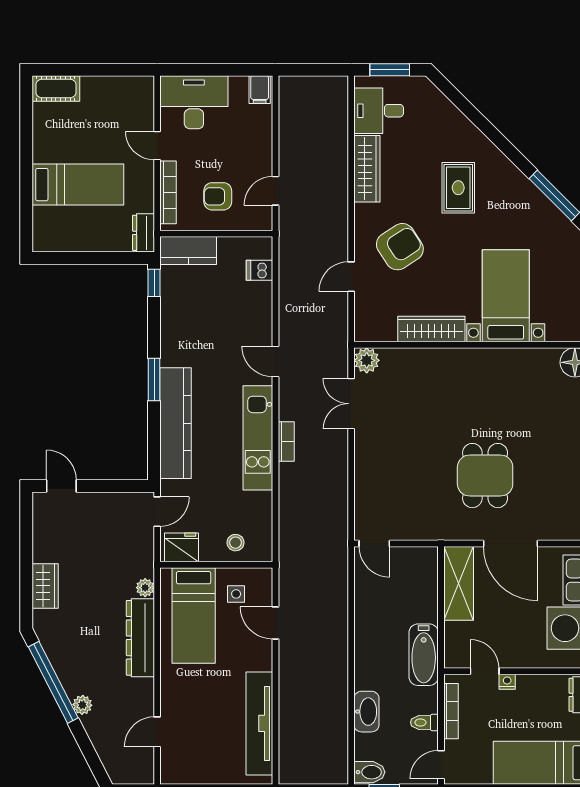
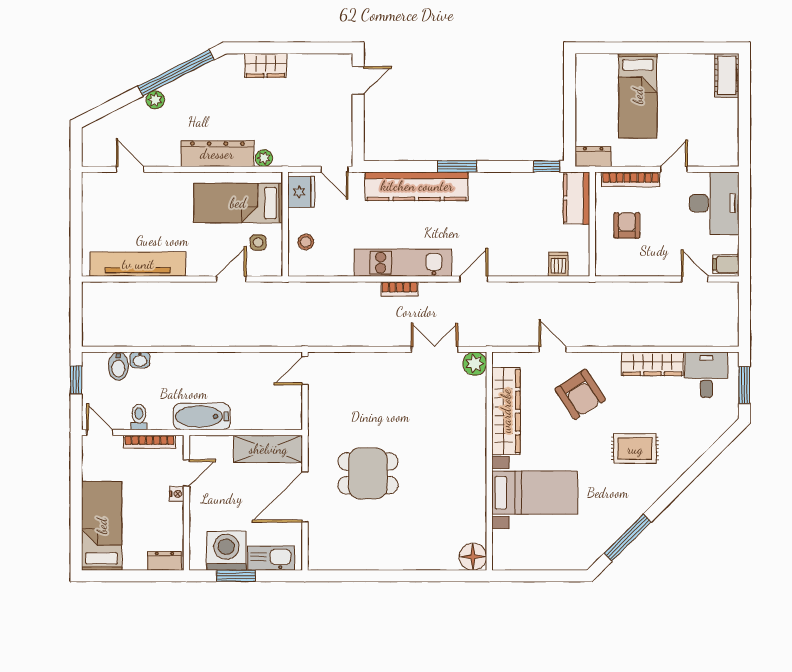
door: (275, 191) -> (695, 279), moved
wardrobe: (431, 329) -> (506, 411), width x1.40, depth x1.17
washbasin: (366, 712) -> (140, 360), width x0.52, depth x0.69
bidet: (369, 772) -> (118, 366), moved

